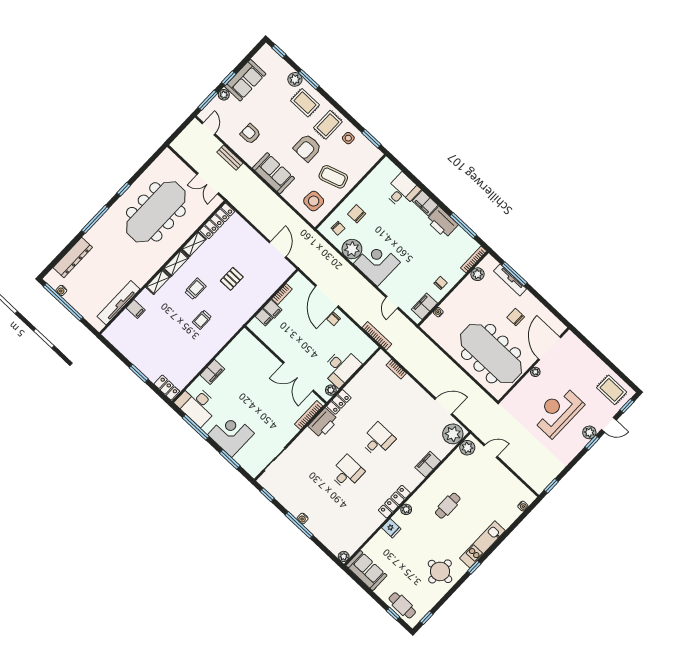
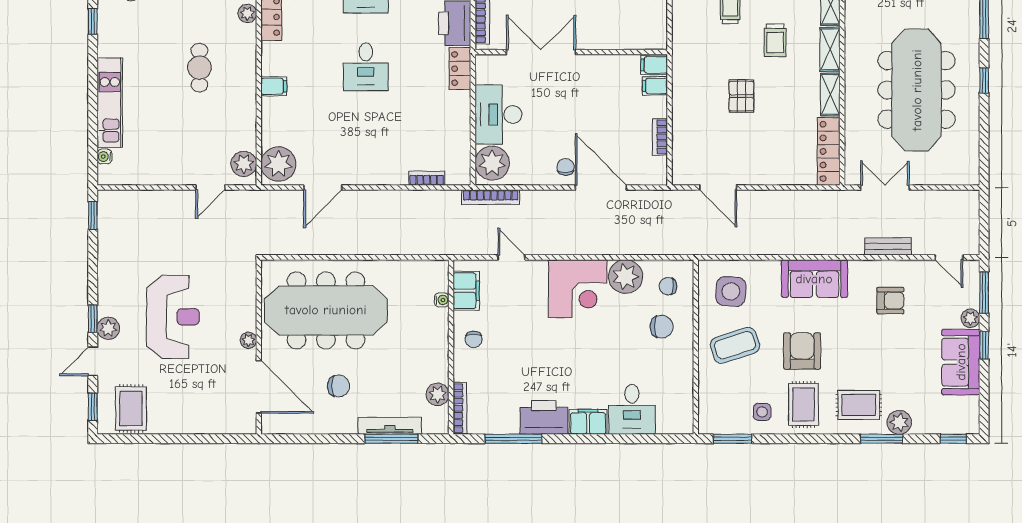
filing cabinet: (273, 309) -> (654, 65), moved
plant: (331, 390) -> (492, 163), moved, width x1.87, depth x1.87
rug: (612, 390) -> (131, 408), turned 90
filing cabinet: (428, 464) -> (274, 86), width x0.50
kitchen unit: (482, 544) -> (110, 103), moved

